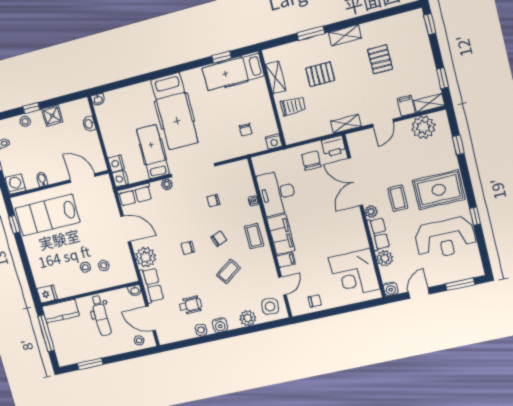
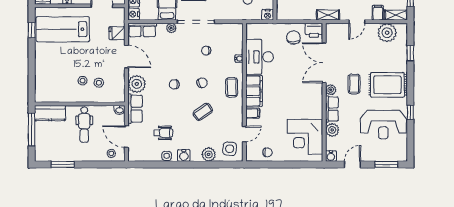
fridge: (47, 294) -> (117, 33), moved, turned 180

